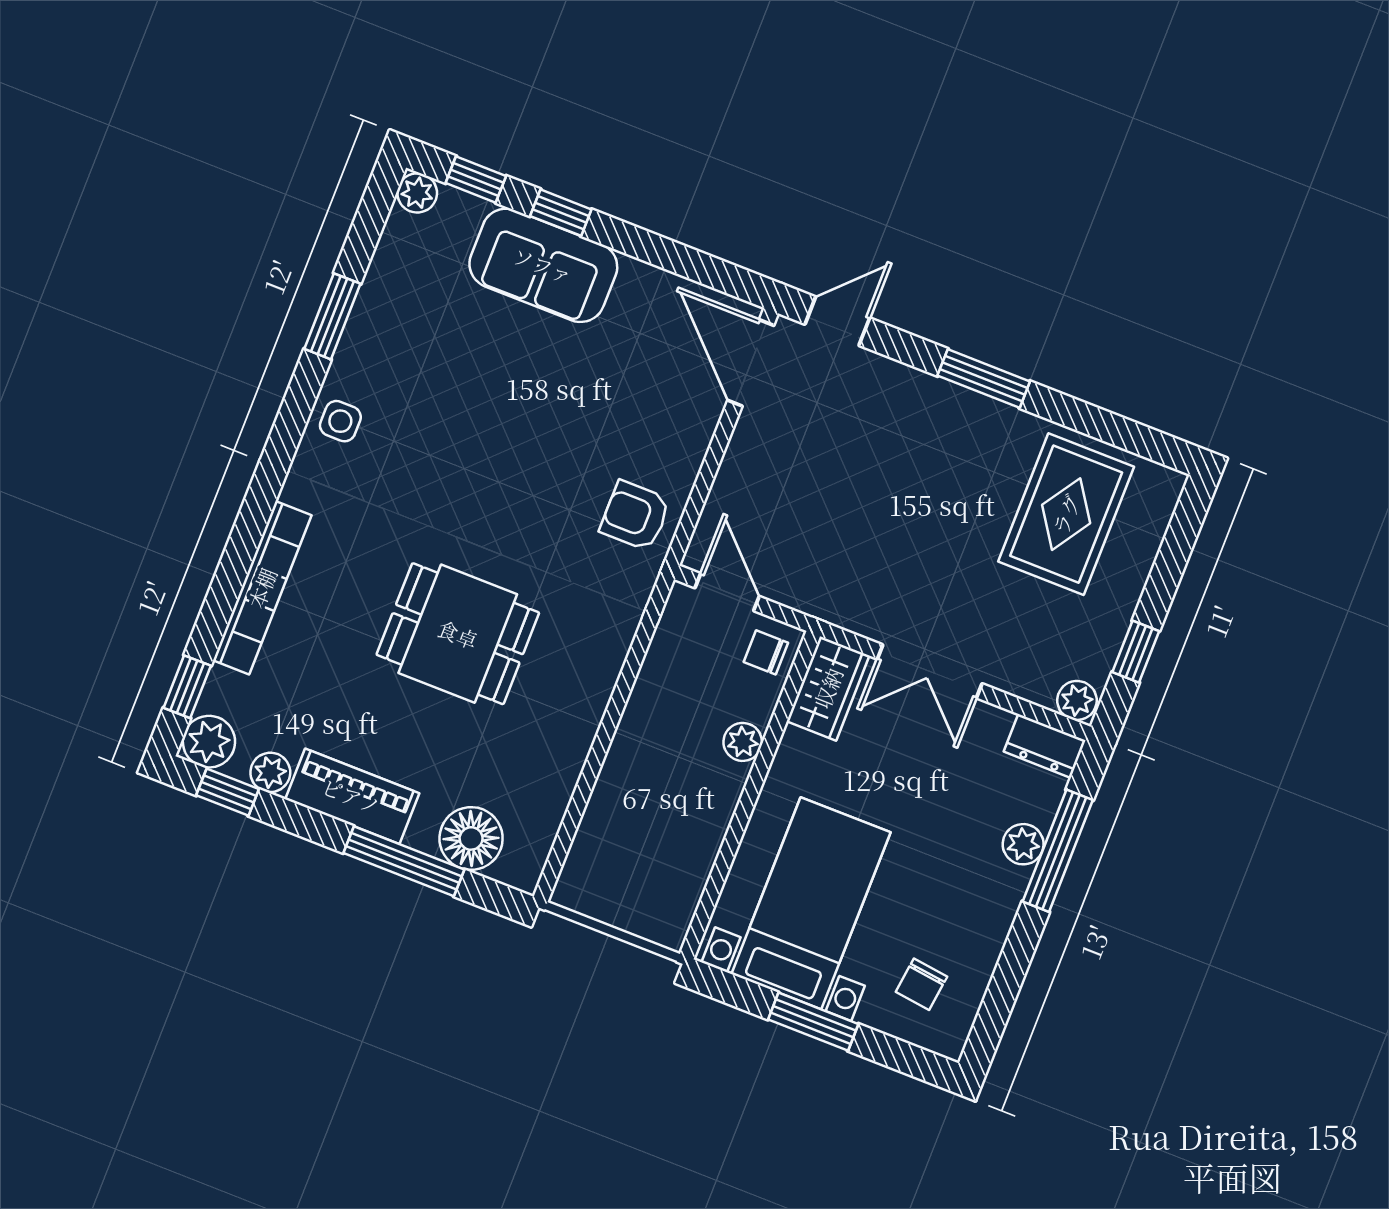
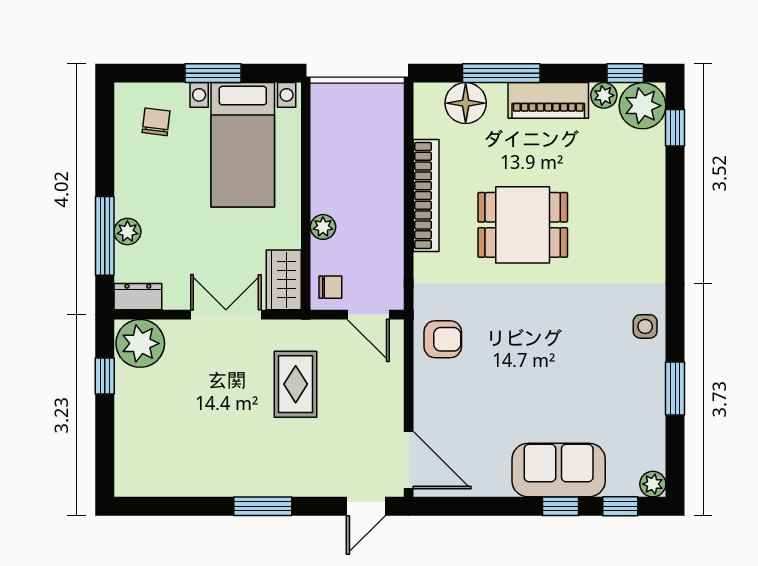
rug: (1066, 514) -> (296, 384), moved, width x0.73, depth x0.70
bookcase: (262, 588) -> (426, 195), moved, turned 180
plant: (1077, 700) -> (140, 343), width x1.88, depth x1.88
plant: (209, 742) -> (643, 106), width x1.36, depth x1.36

